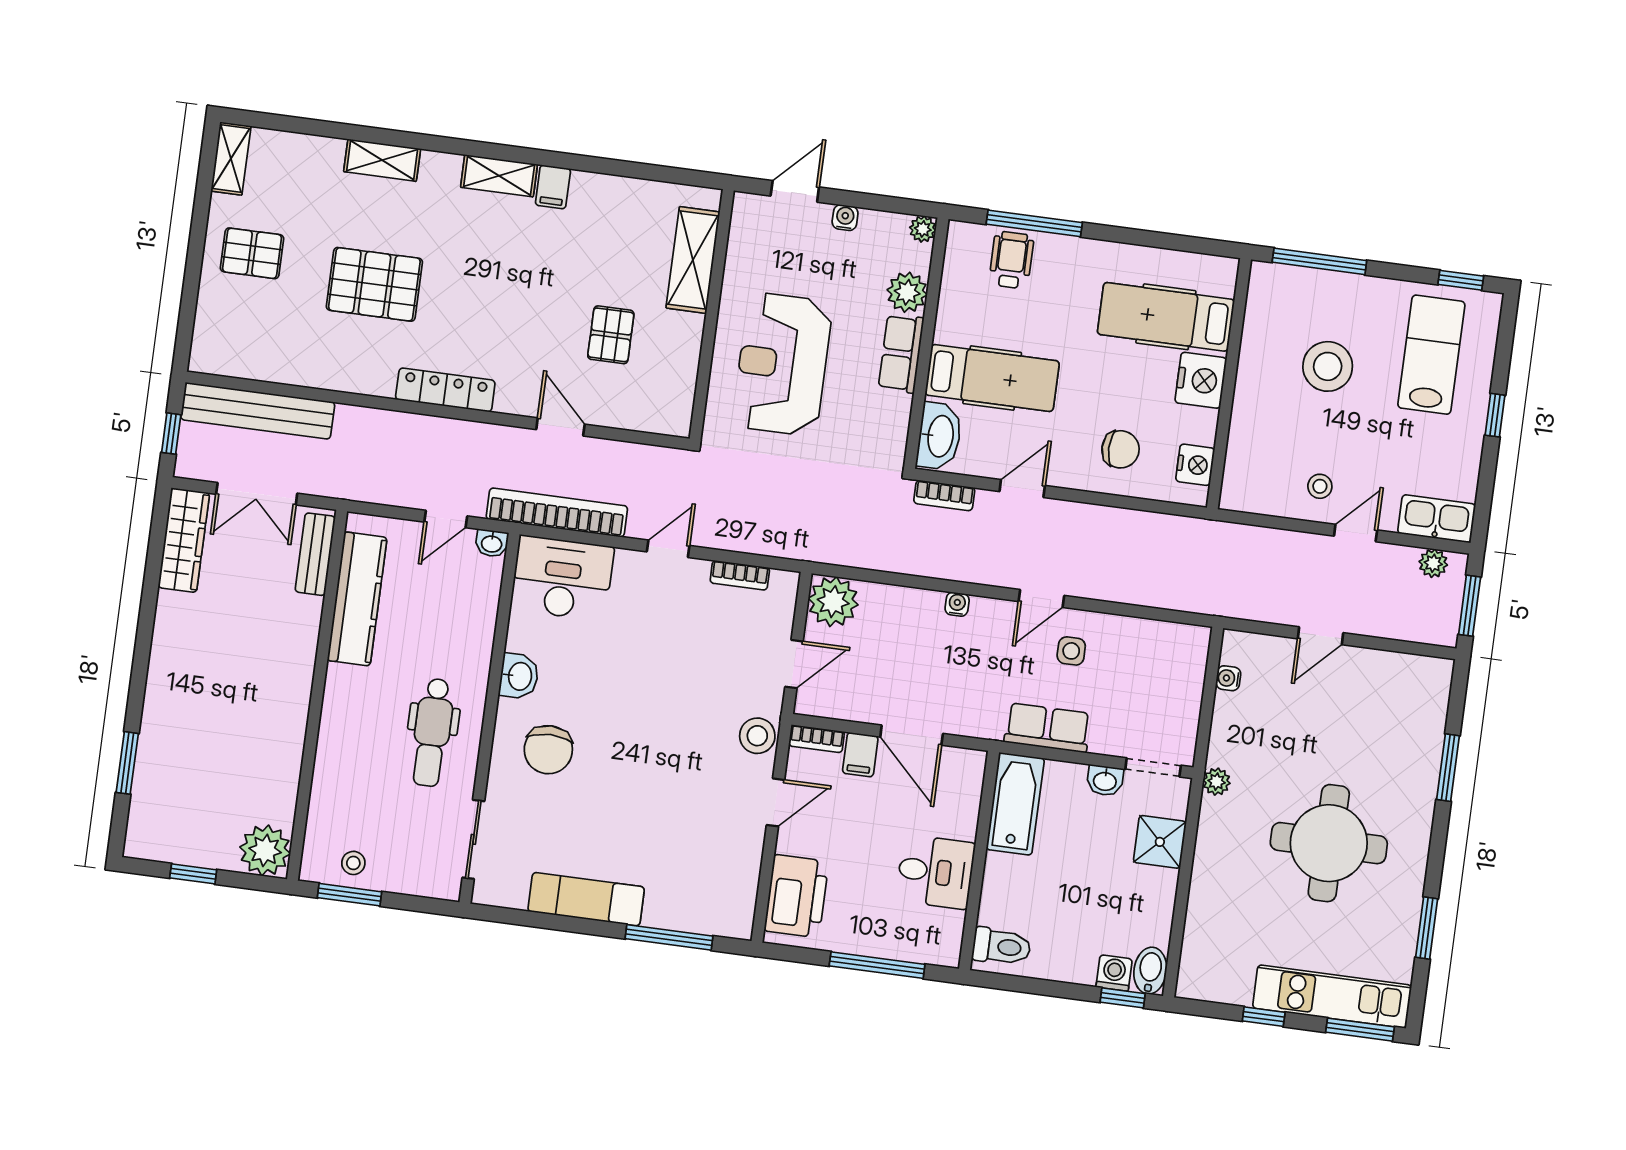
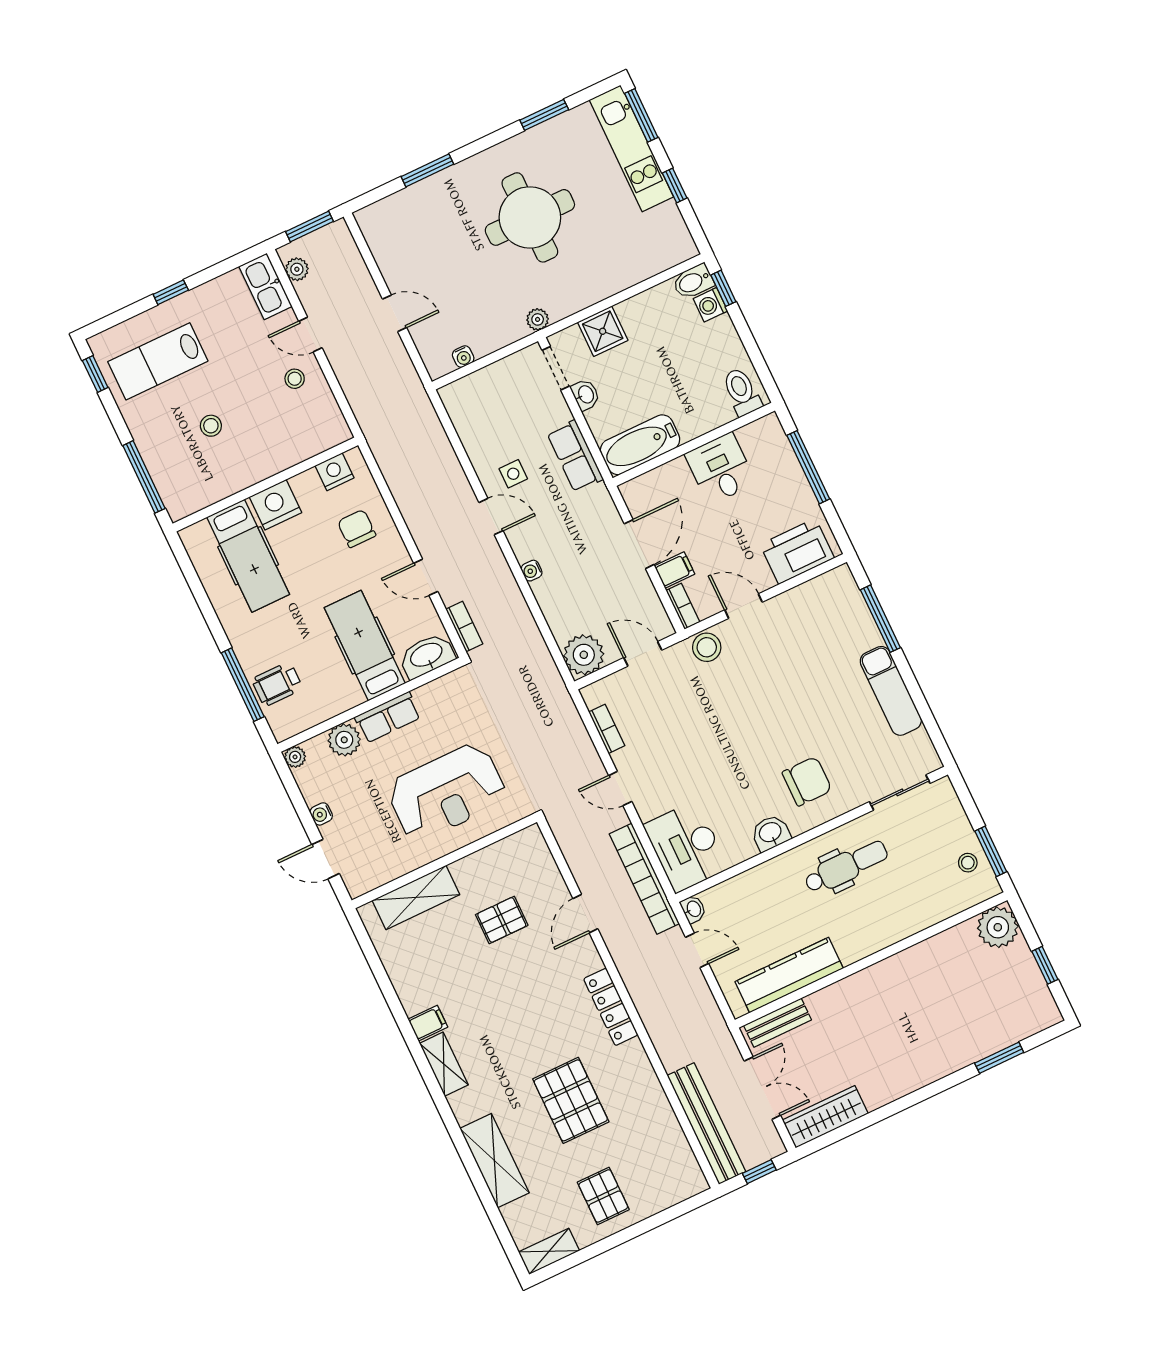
shelving: (382, 160) -> (494, 1161), width x1.50, depth x1.33
stool: (1328, 366) -> (211, 426), width x0.53, depth x0.53

